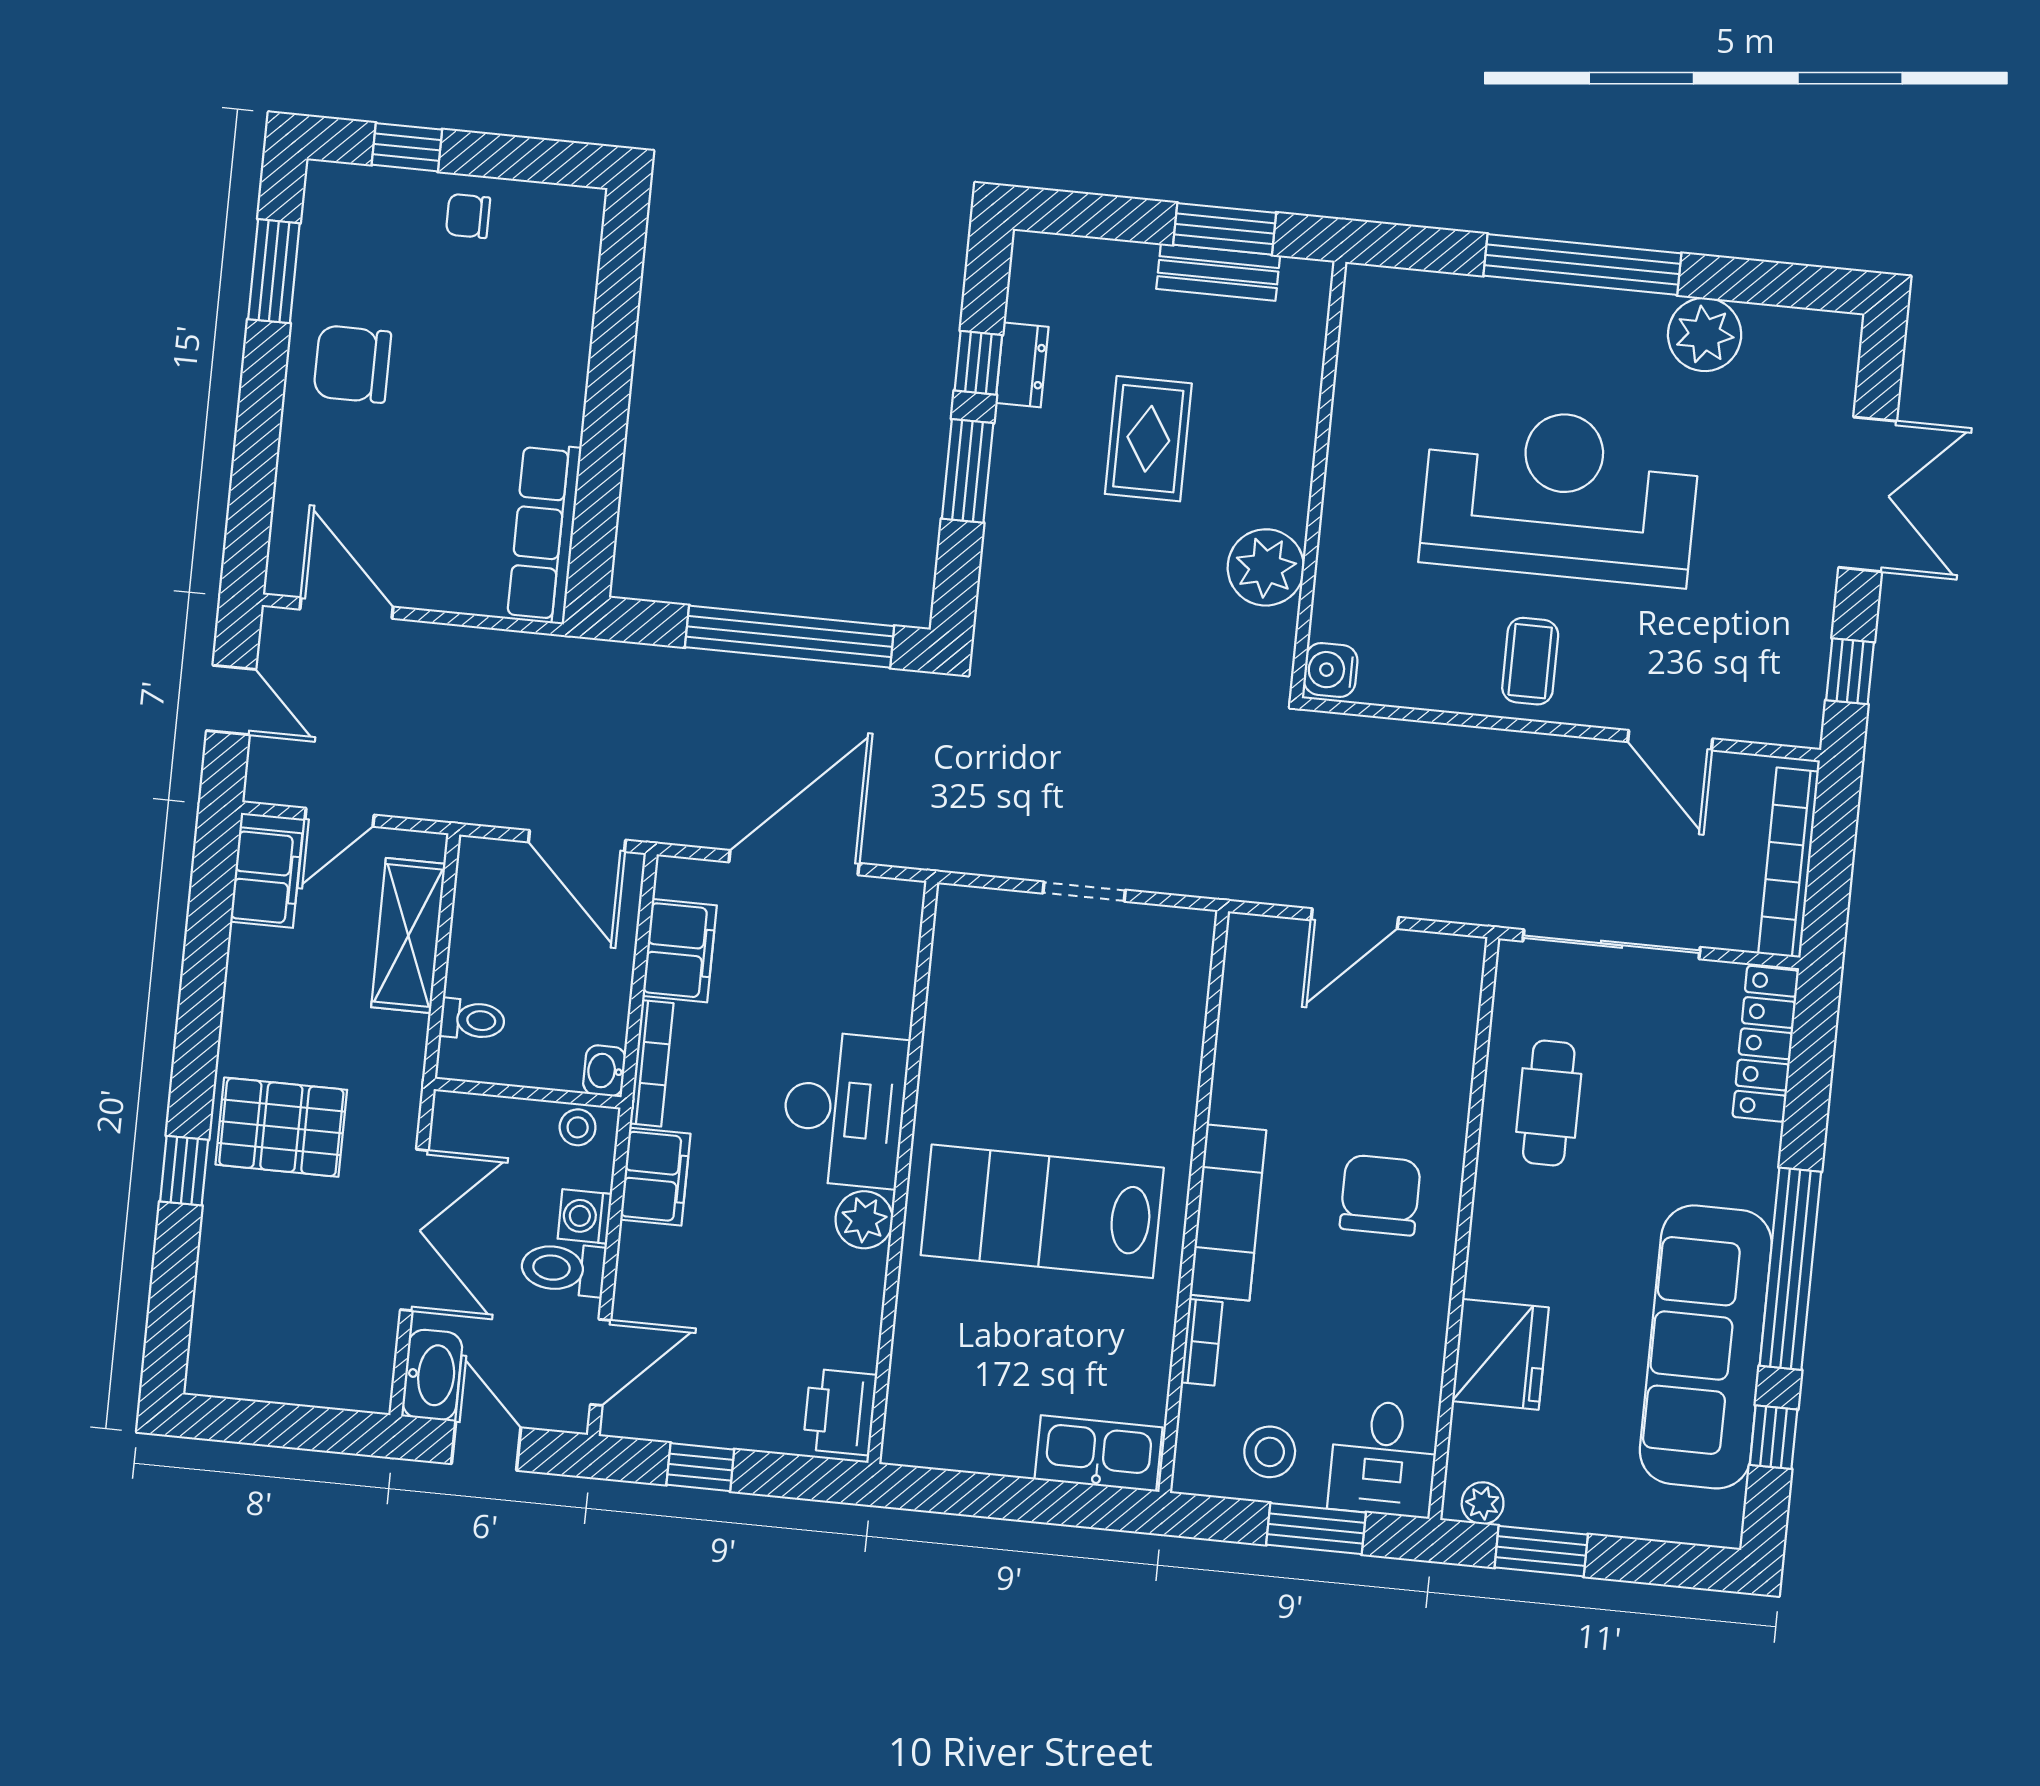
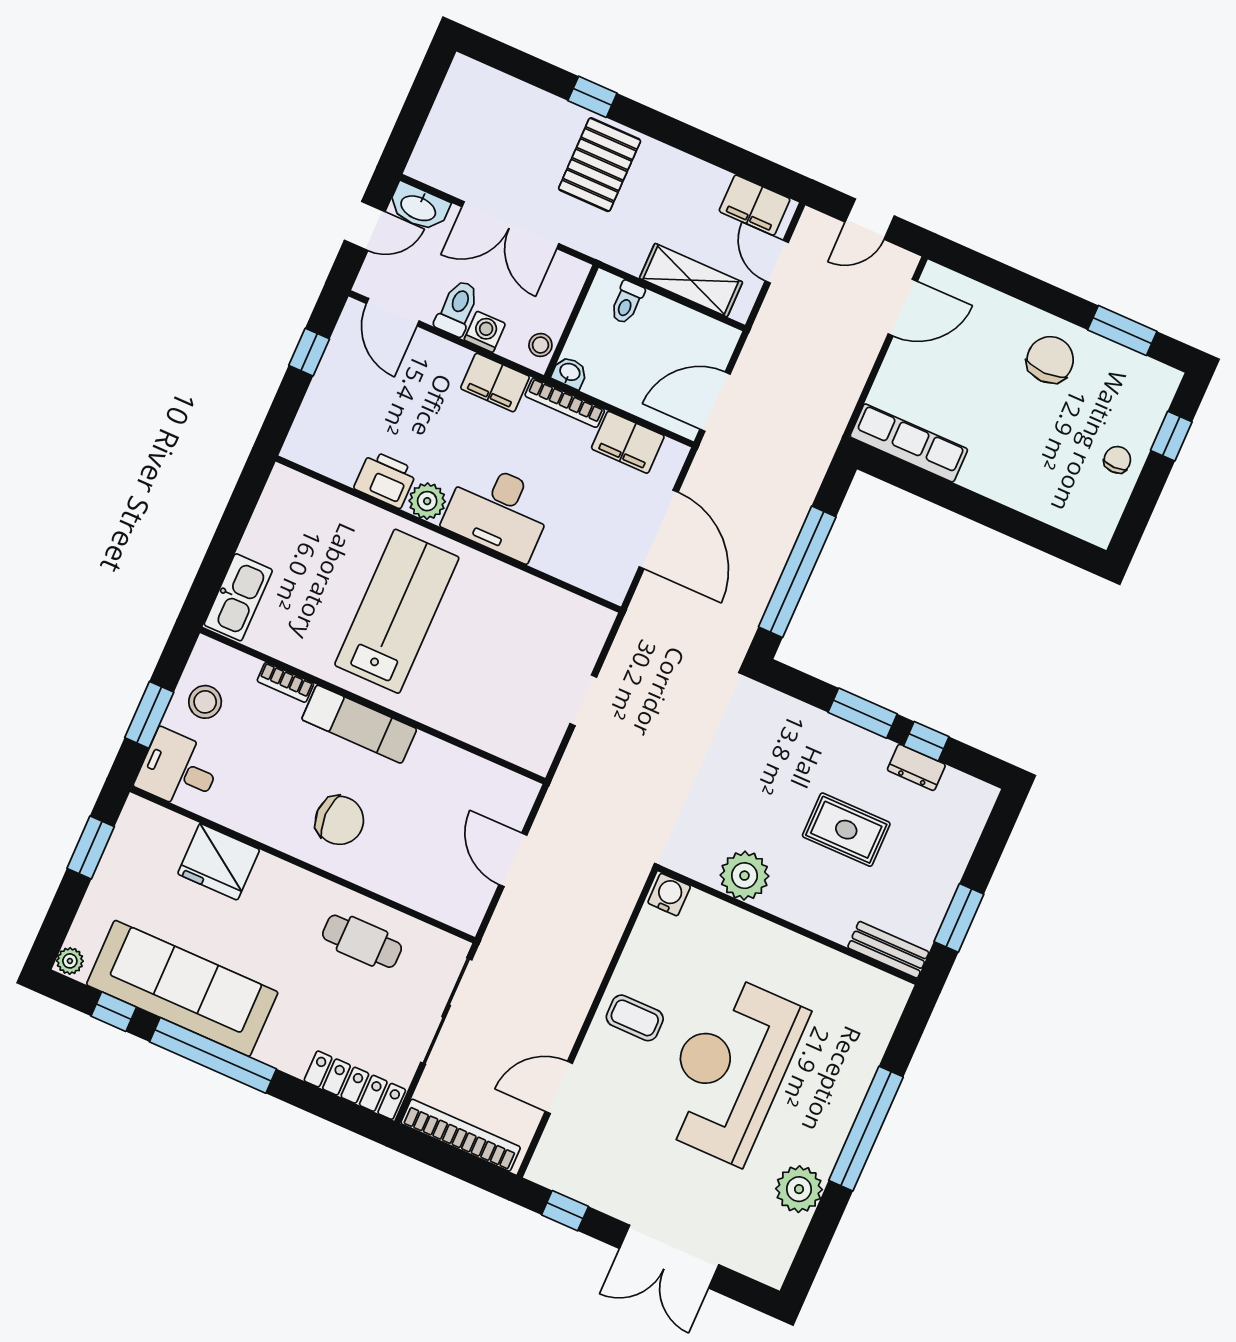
bench: (1218, 272) -> (888, 950), moved, turned 90
reception desk: (1560, 495) -> (730, 1069), turned 180
printer: (840, 1412) -> (385, 479), moved
plant: (1483, 1503) -> (70, 961), moved

